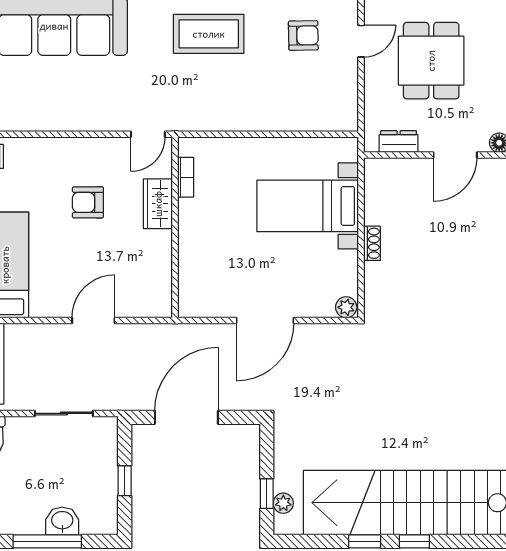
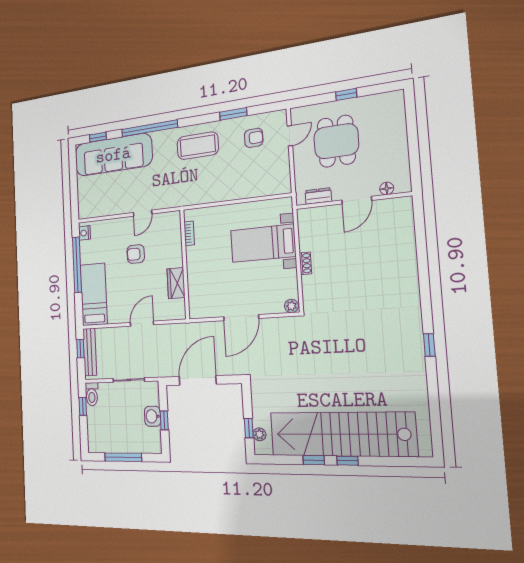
door: (148, 134) -> (143, 213), moved
wardrobe: (158, 204) -> (176, 283), moved
washbasin: (62, 521) -> (152, 416), moved, turned -90

